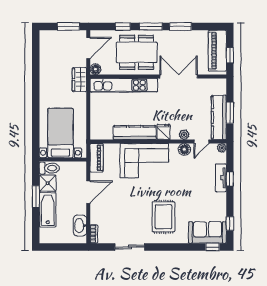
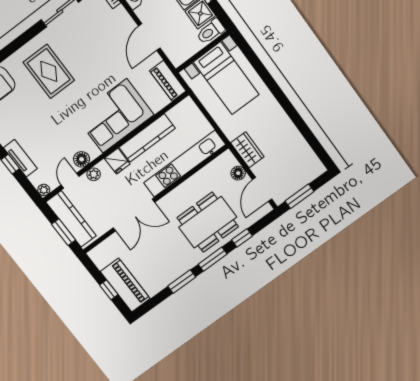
wall: (158, 76) -> (155, 199), moved
double door: (179, 76) -> (134, 215), moved
kitchen unit: (124, 85) -> (185, 164), moved

